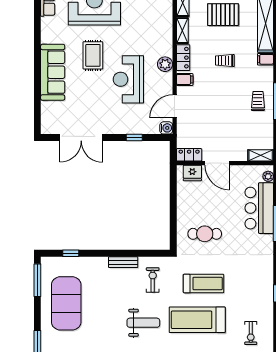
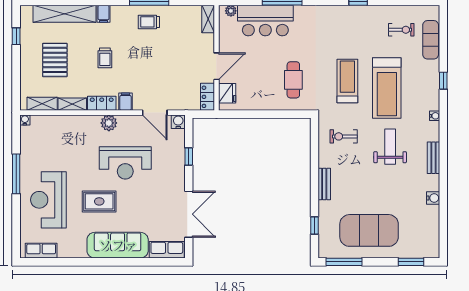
row of seats: (48, 117) -> (167, 250), added
bench: (123, 262) -> (324, 184), moved

